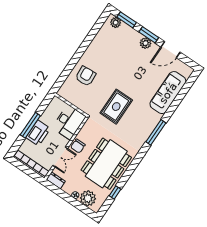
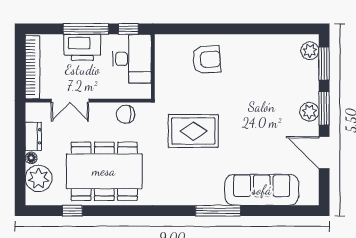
window: (44, 104) -> (128, 29), added
desk: (69, 122) -> (132, 59), moved, turned -90
window: (156, 132) -> (218, 211), moved
chair: (78, 146) -> (125, 114), moved
dresser: (56, 180) -> (33, 136), moved

